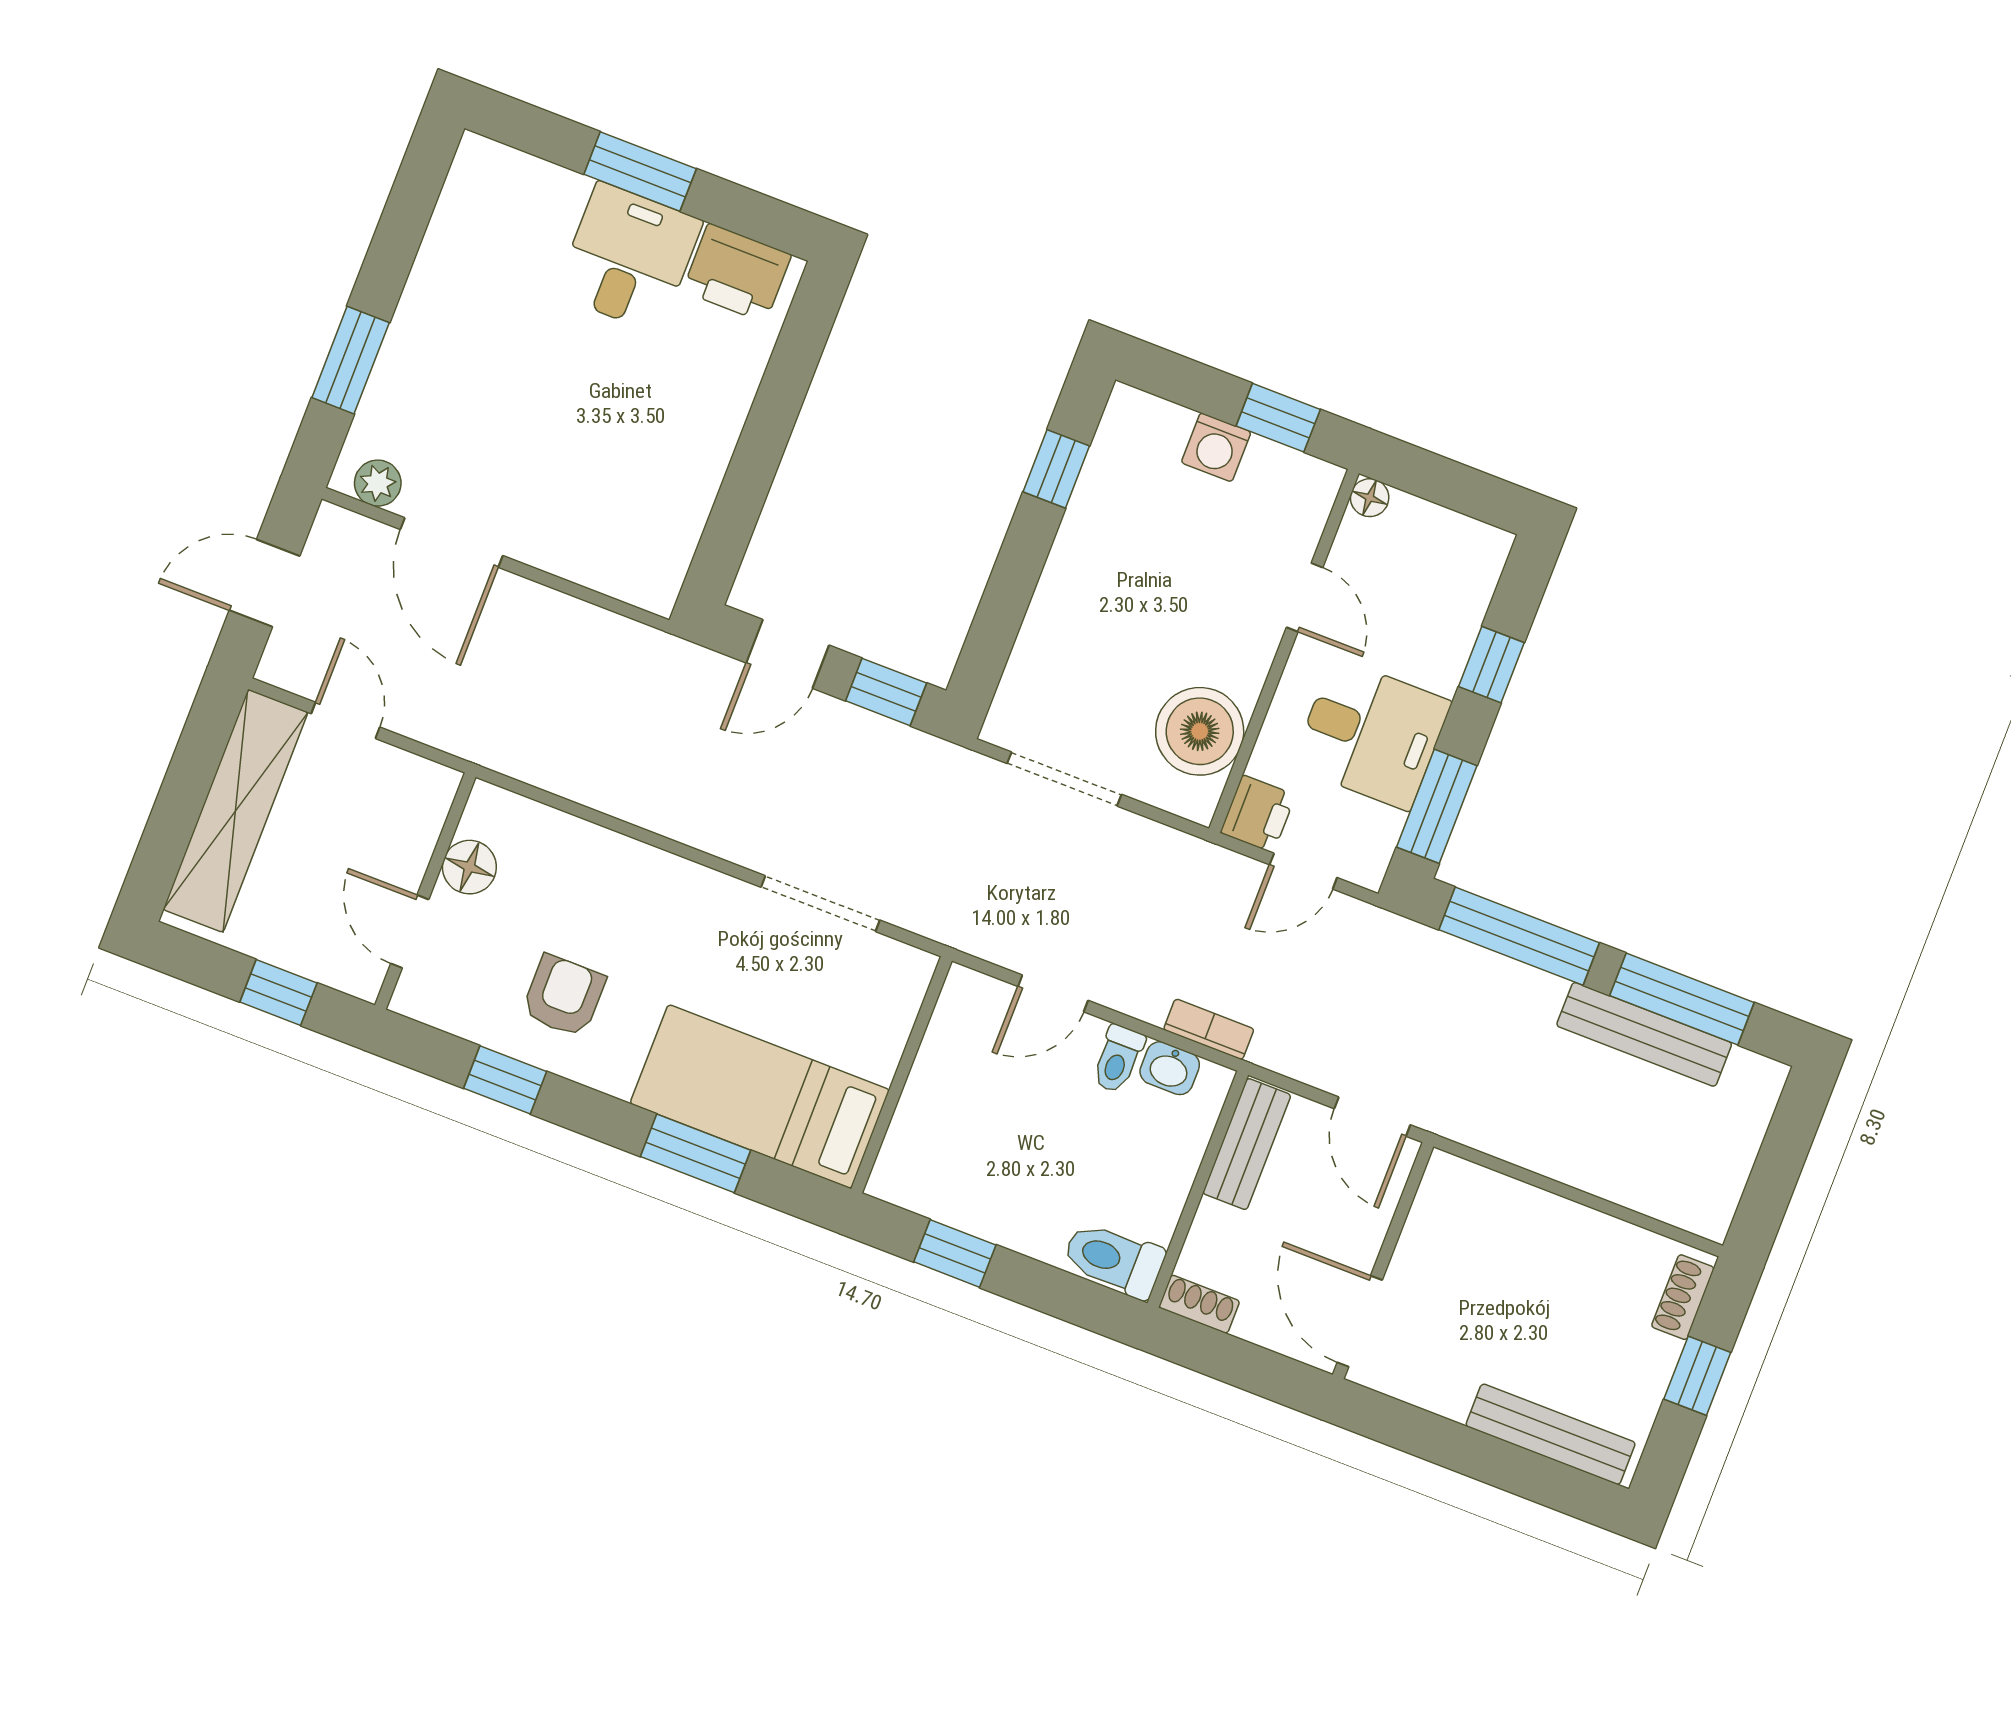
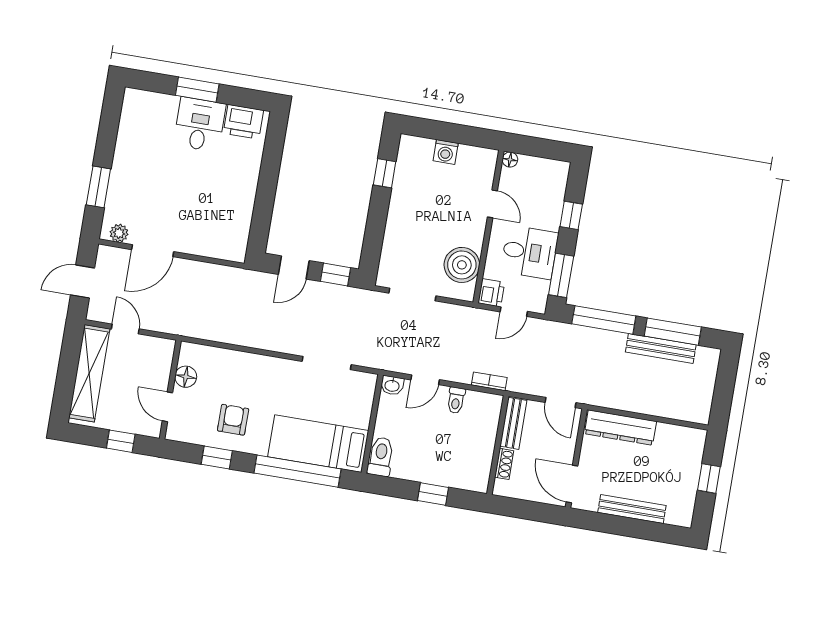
window: (1278, 418) -> (468, 135), removed
door: (451, 542) -> (153, 251), hinge flipped
washbasin: (1170, 1068) -> (392, 385), moved
window: (696, 1153) -> (297, 471), width x2.11
dresser: (1506, 1207) -> (620, 427), added
window: (955, 1253) -> (433, 494), moved
toilet: (1114, 1259) -> (381, 457), moved, turned 90
shoe rack: (1683, 1297) -> (697, 449), removed
shoe rack: (1199, 1304) -> (504, 464), moved, turned 90
bench: (1551, 1434) -> (632, 509), moved

